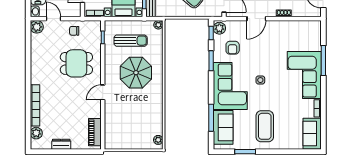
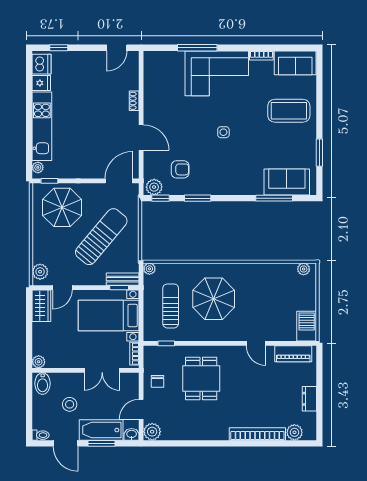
corner sofa: (230, 86) -> (231, 173), removed
door: (103, 92) -> (256, 343), moved
coffee table: (265, 126) -> (289, 111), moved
barbecue: (116, 142) -> (307, 326), added

